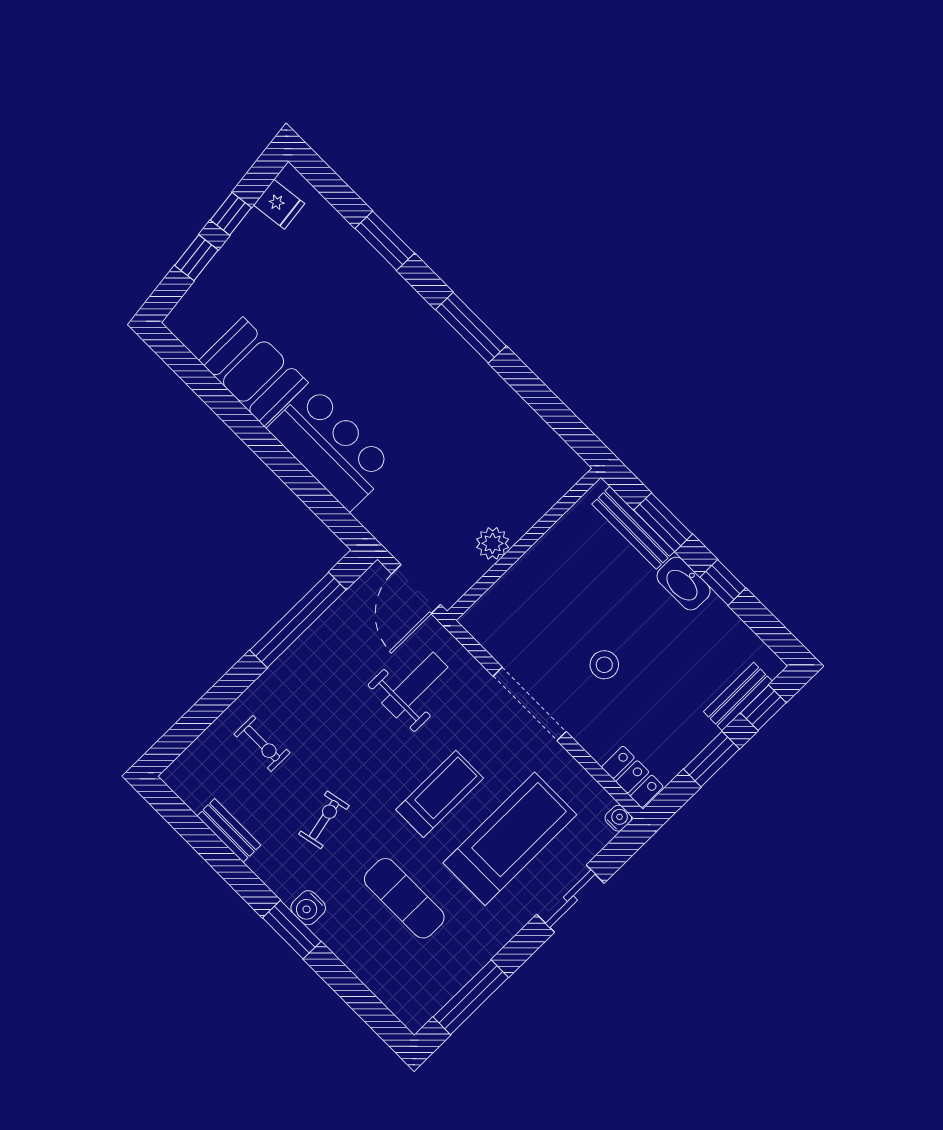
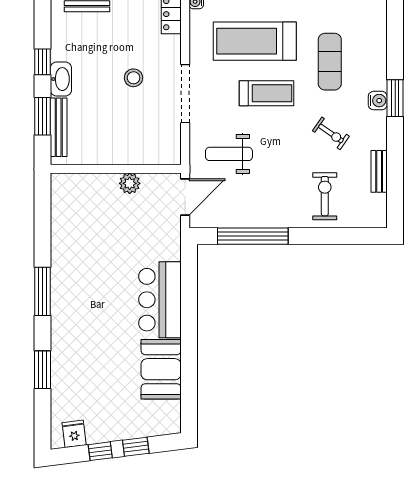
exercise bike: (262, 744) -> (325, 196), width x1.38, depth x1.39
treadmill: (440, 794) -> (267, 93), turned 180
exercise bike: (324, 820) -> (331, 133), turned -133

